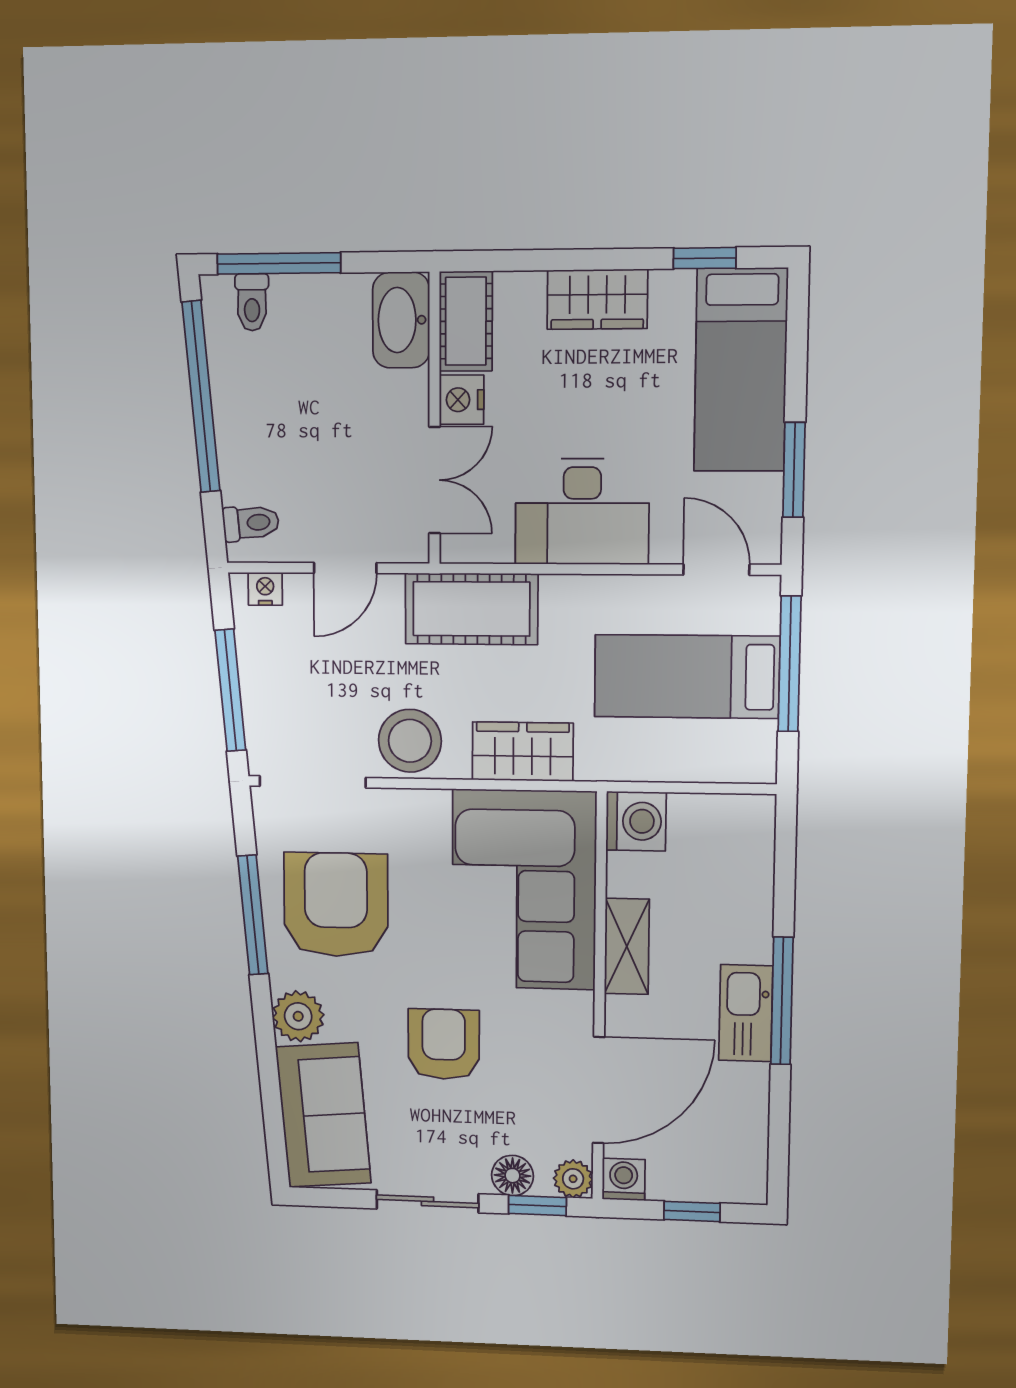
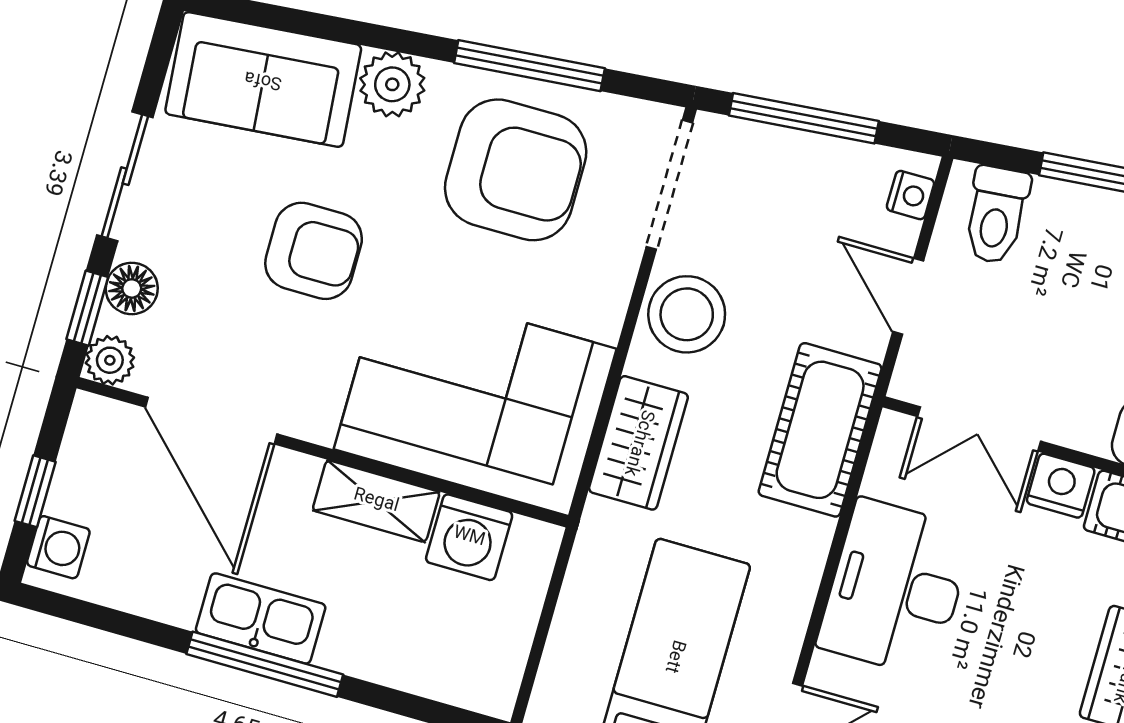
toilet: (251, 523) -> (996, 215), width x1.37, depth x1.39
washing machine: (636, 821) -> (469, 537), moved
washing machine: (624, 1179) -> (58, 547), moved

